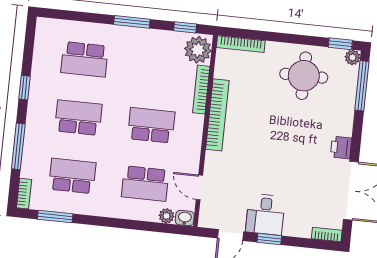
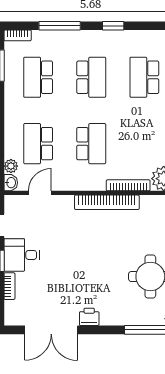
school desk: (72, 176) -> (38, 77), turned 180
bookcase: (327, 234) -> (9, 286), moved

